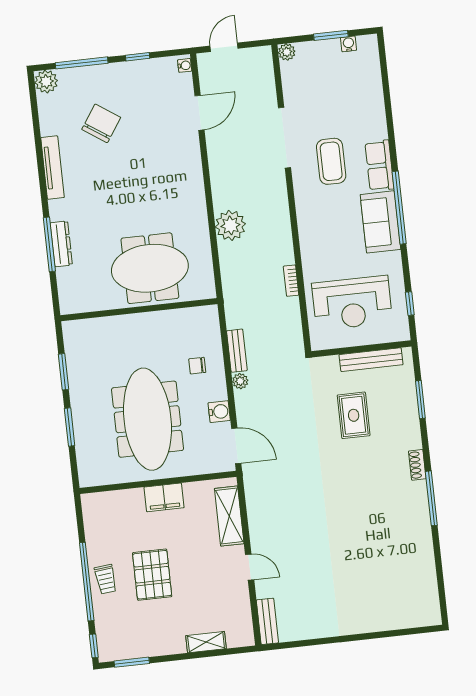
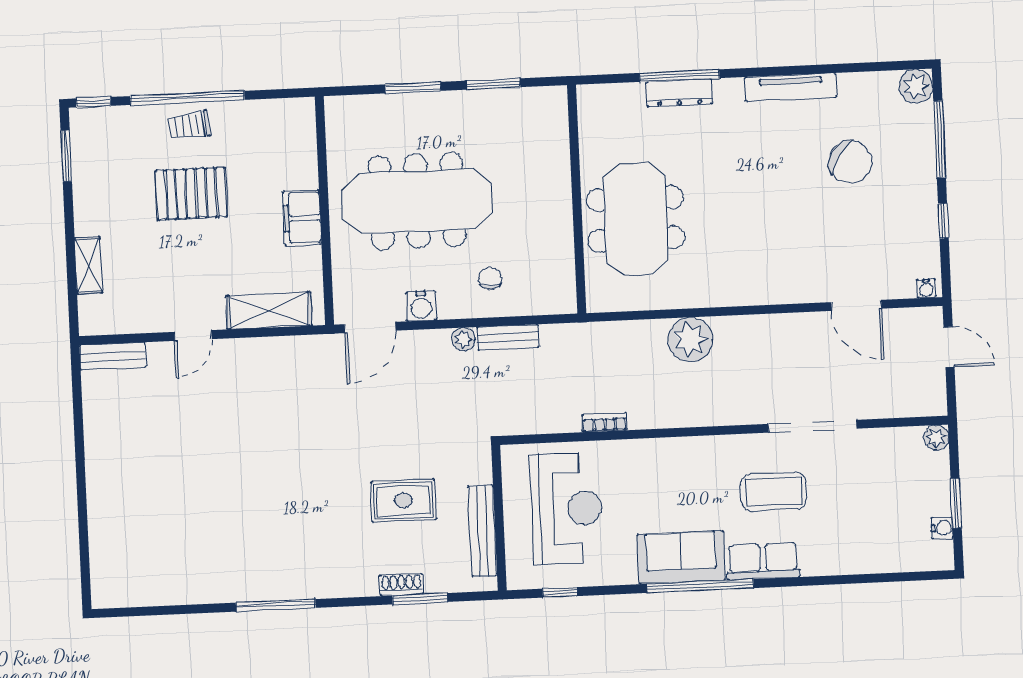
reception desk: (352, 303) -> (566, 509), turned 180
shoe rack: (417, 465) -> (401, 585), moved

